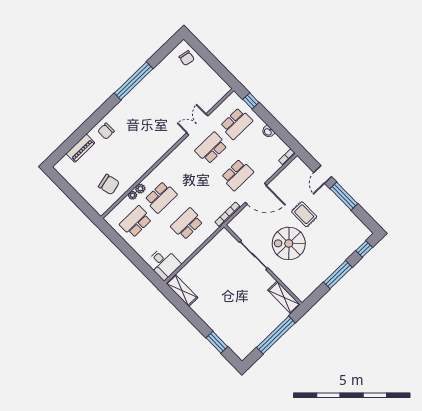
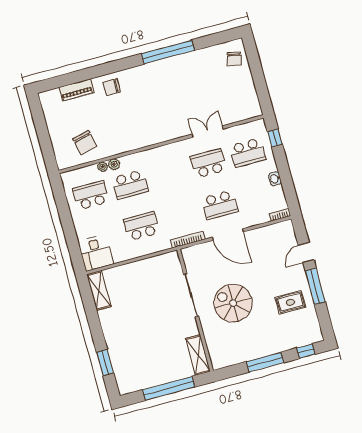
rug: (304, 214) -> (290, 302), moved, turned 90

